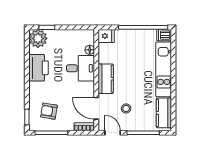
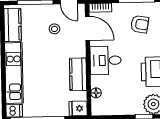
desk: (80, 68) -> (106, 60), moved
kitchen counter: (106, 79) -> (78, 74), moved

